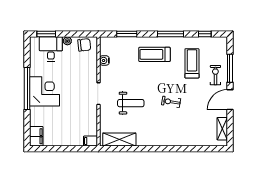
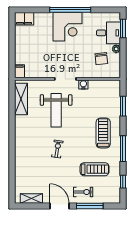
chair: (84, 45) -> (101, 59), moved
water cooler: (104, 60) -> (83, 85), moved
weight bench: (131, 103) -> (56, 110), width x1.36, depth x1.33

